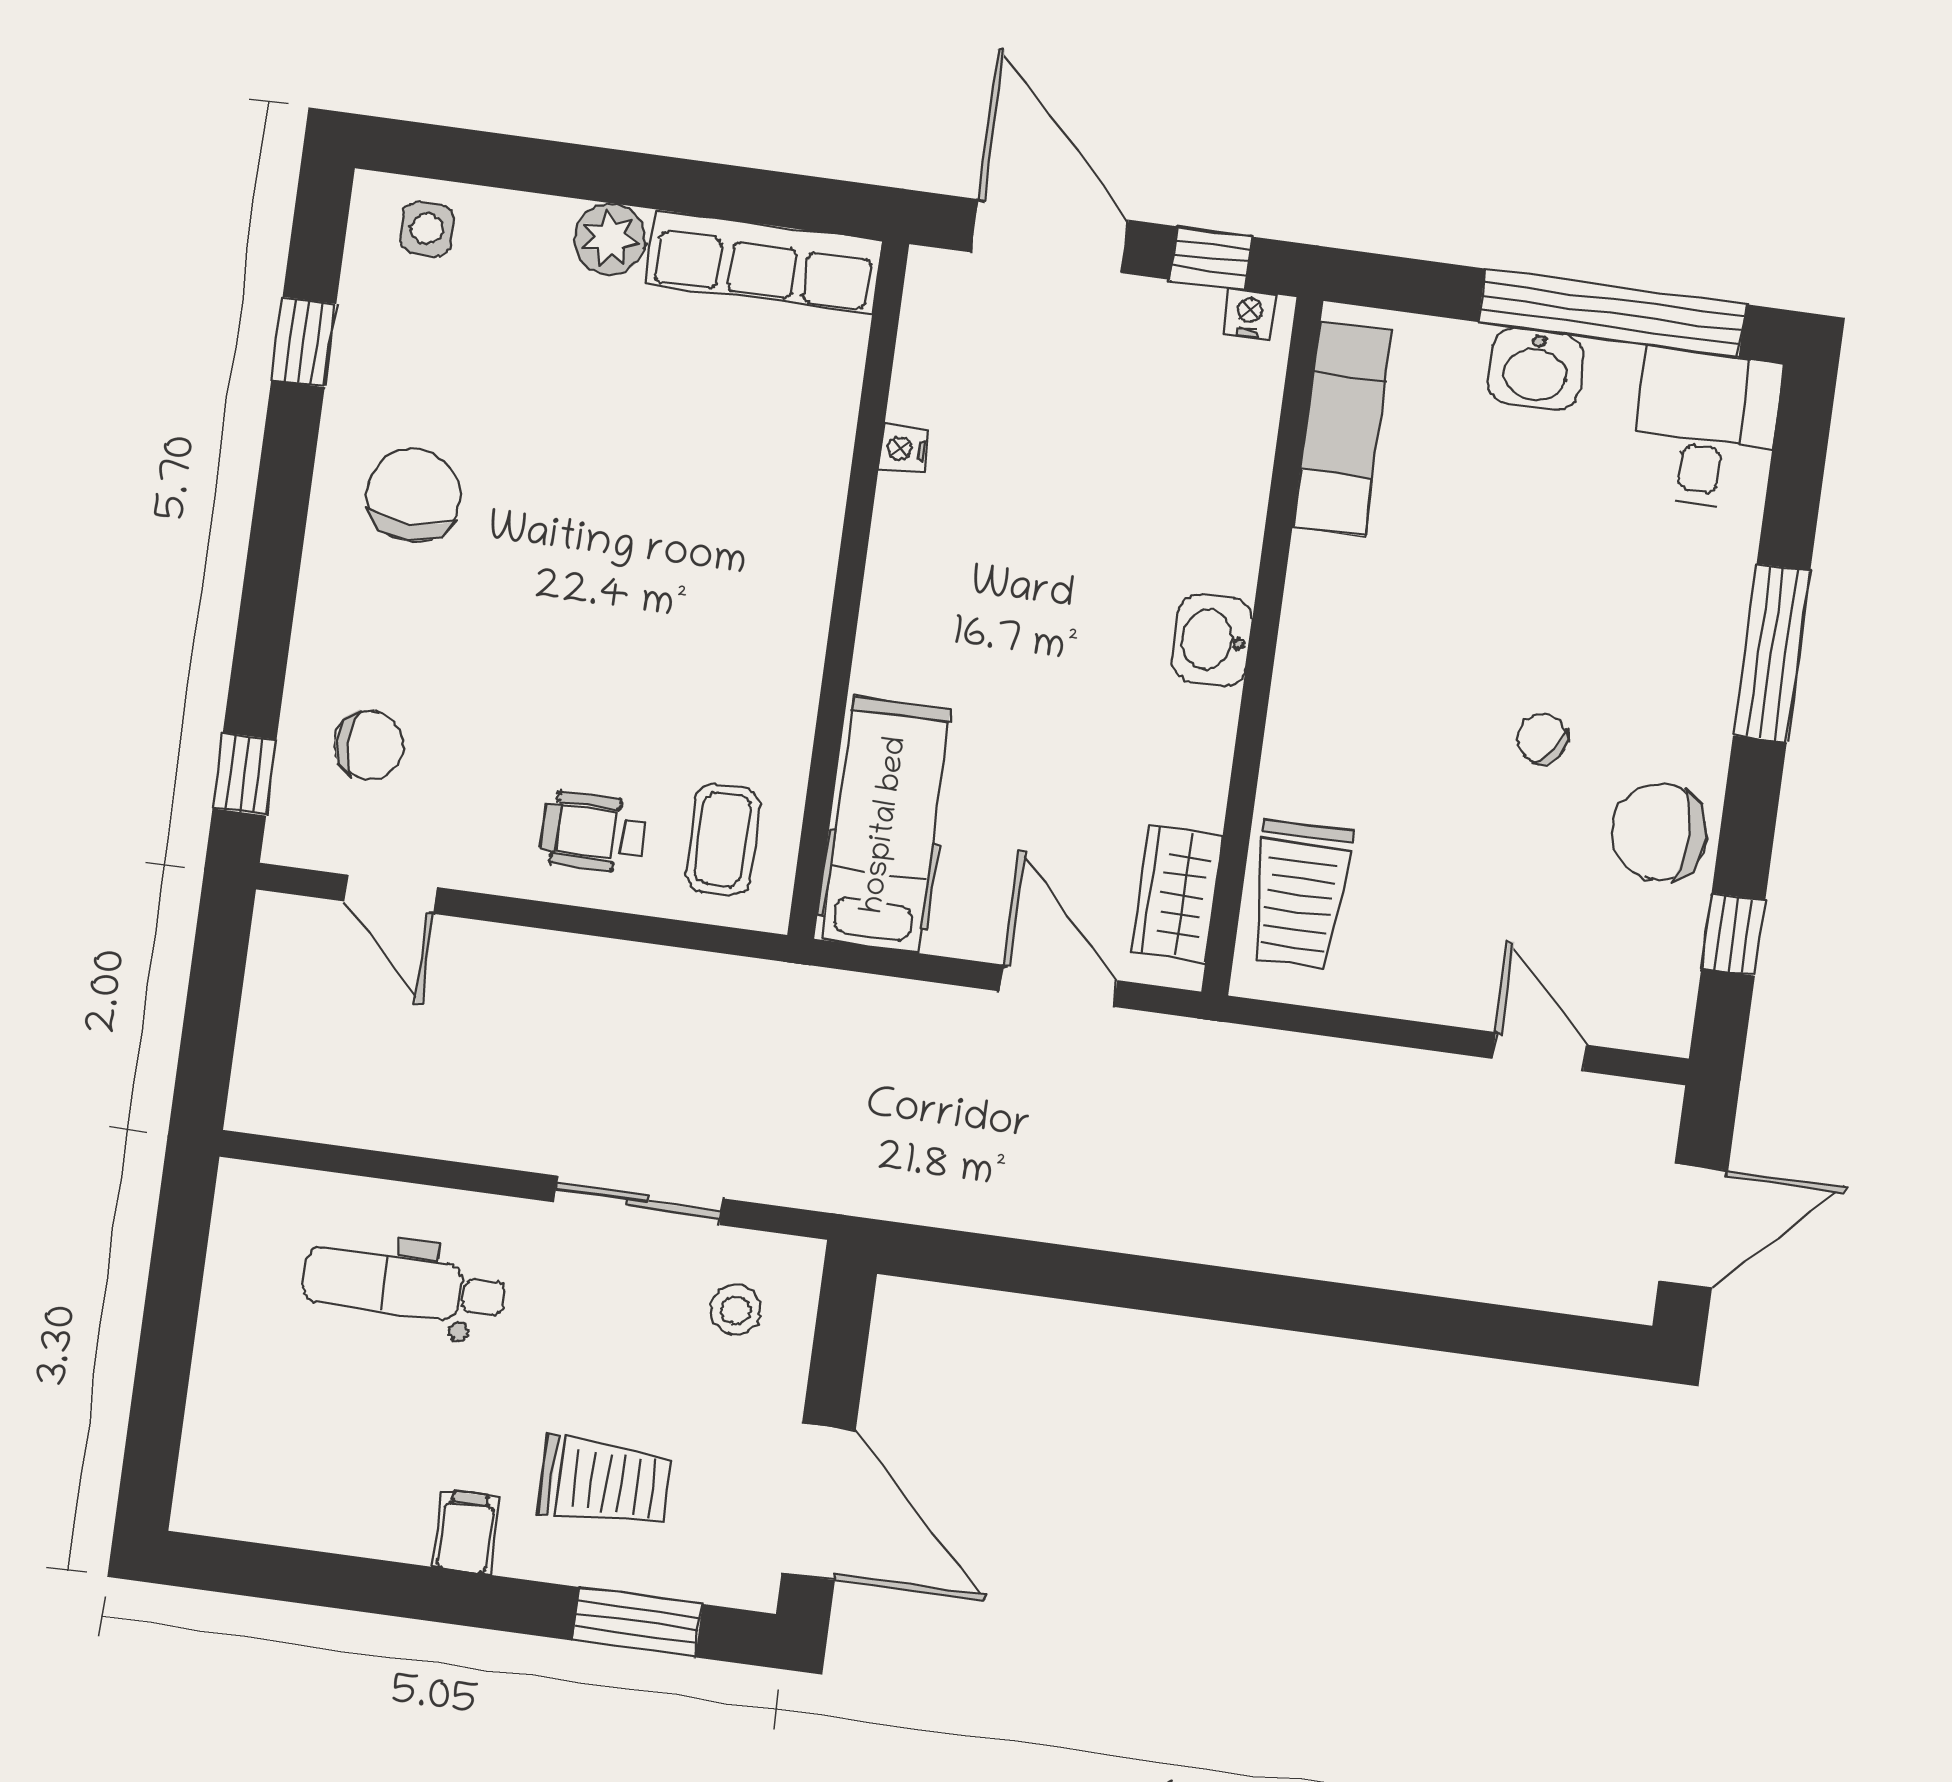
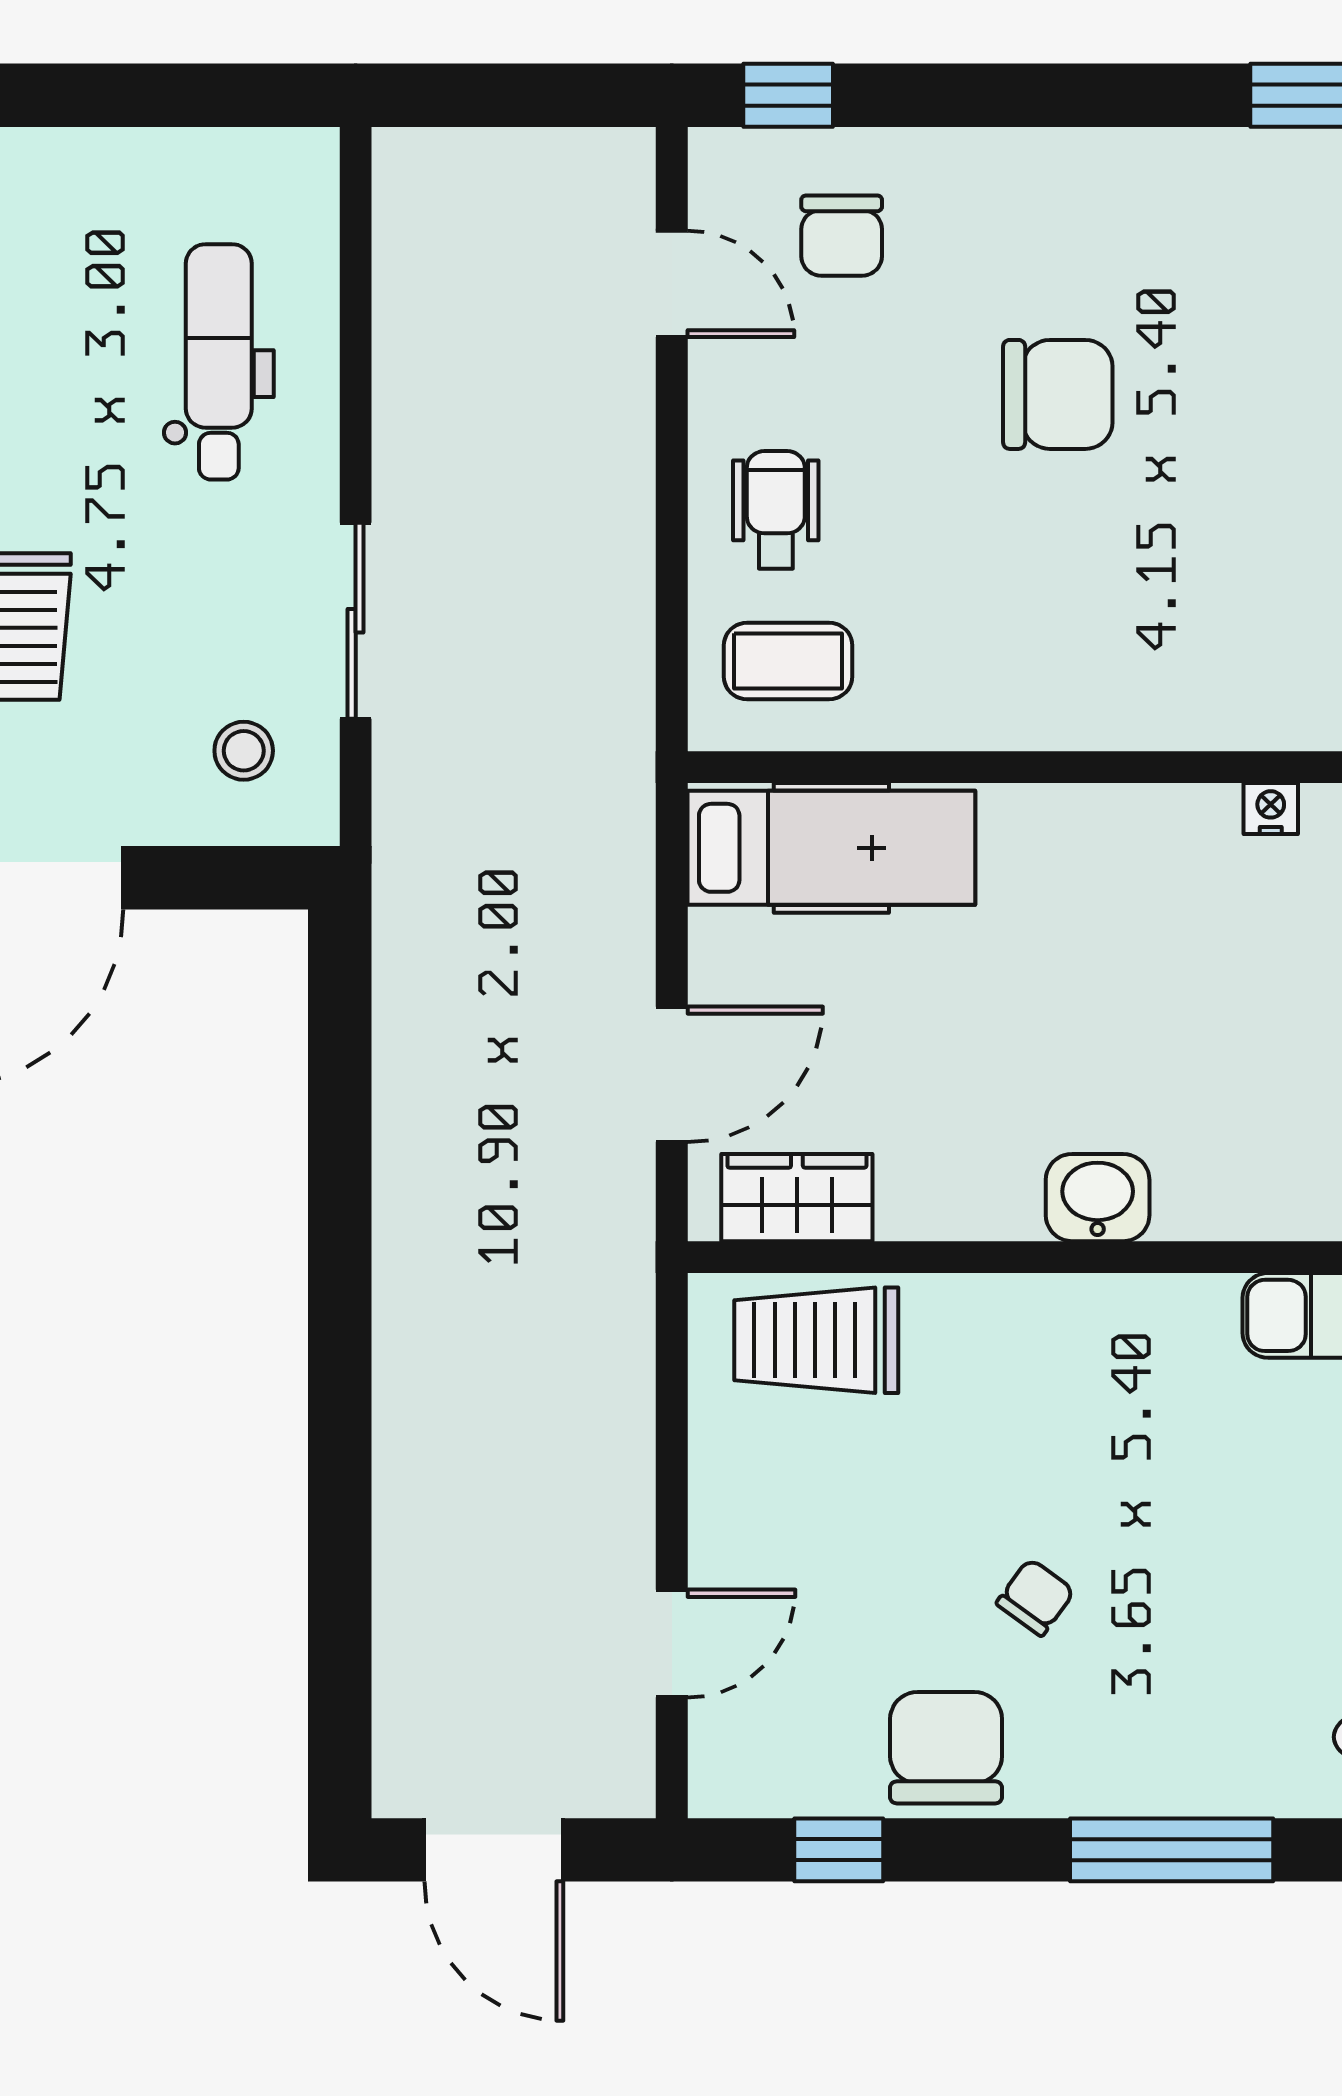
chair: (414, 495) -> (1058, 394), moved
door: (390, 894) -> (672, 284), swing flipped

